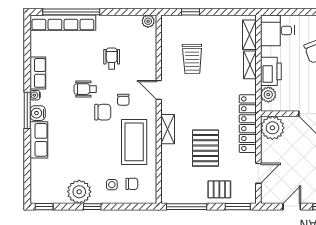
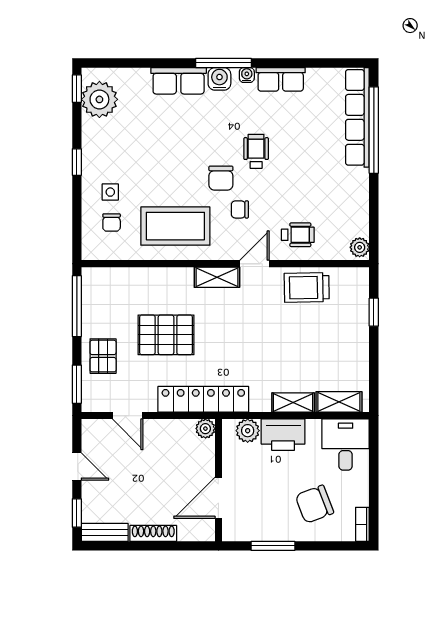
wheelchair: (112, 58) -> (298, 235), moved
trolley: (192, 59) -> (307, 287), moved
plant: (272, 128) -> (205, 429), width x0.53, depth x0.53
shelving: (168, 129) -> (217, 277), moved
plant: (79, 192) -> (99, 99), moved

